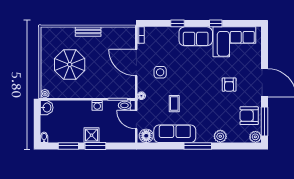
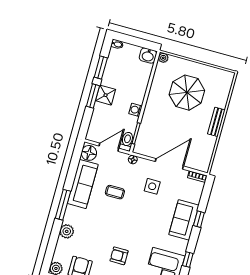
sofa: (196, 36) -> (184, 220), moved

